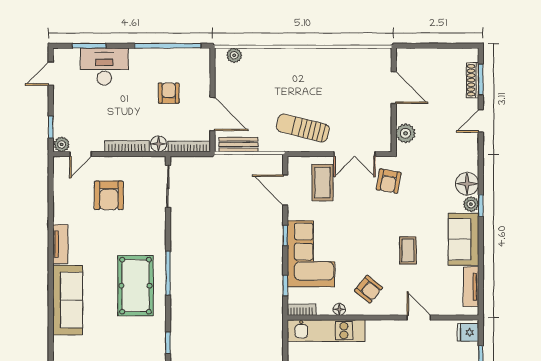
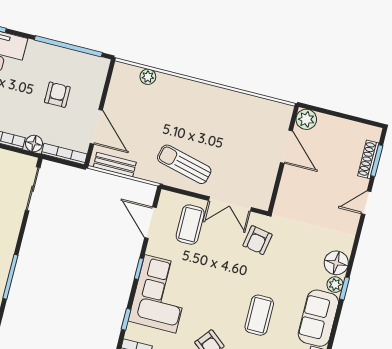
plant: (234, 55) -> (148, 77), moved
plant: (406, 133) -> (306, 119), moved
coffee table: (408, 250) -> (259, 315), width x1.36, depth x1.30

